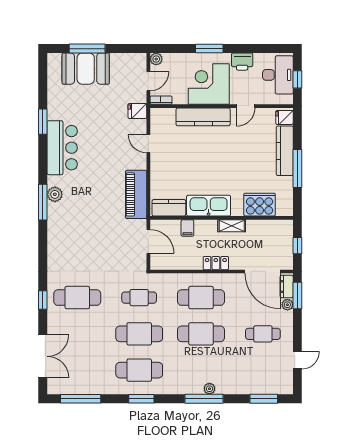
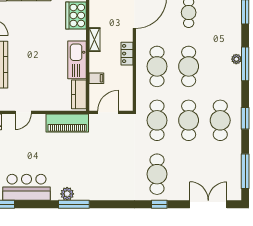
cafe table: (139, 298) -> (157, 120), width x1.37, depth x1.35

